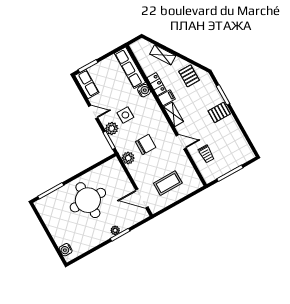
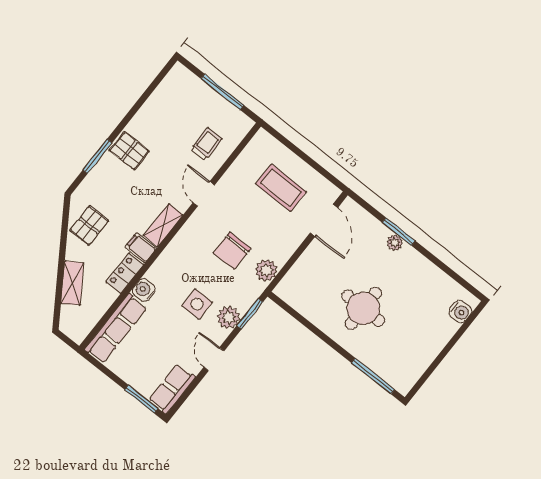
chair: (146, 144) -> (232, 251), turned -90
round table: (88, 200) -> (363, 308), width x0.73, depth x0.73

